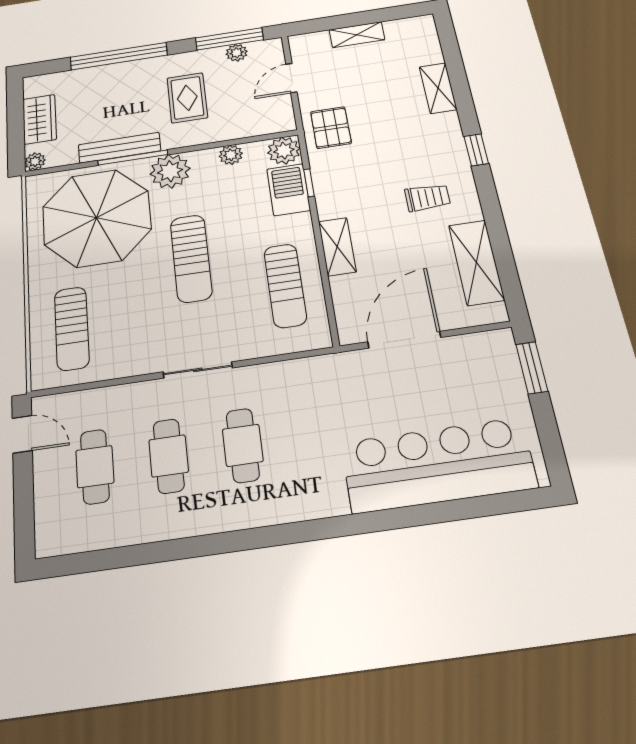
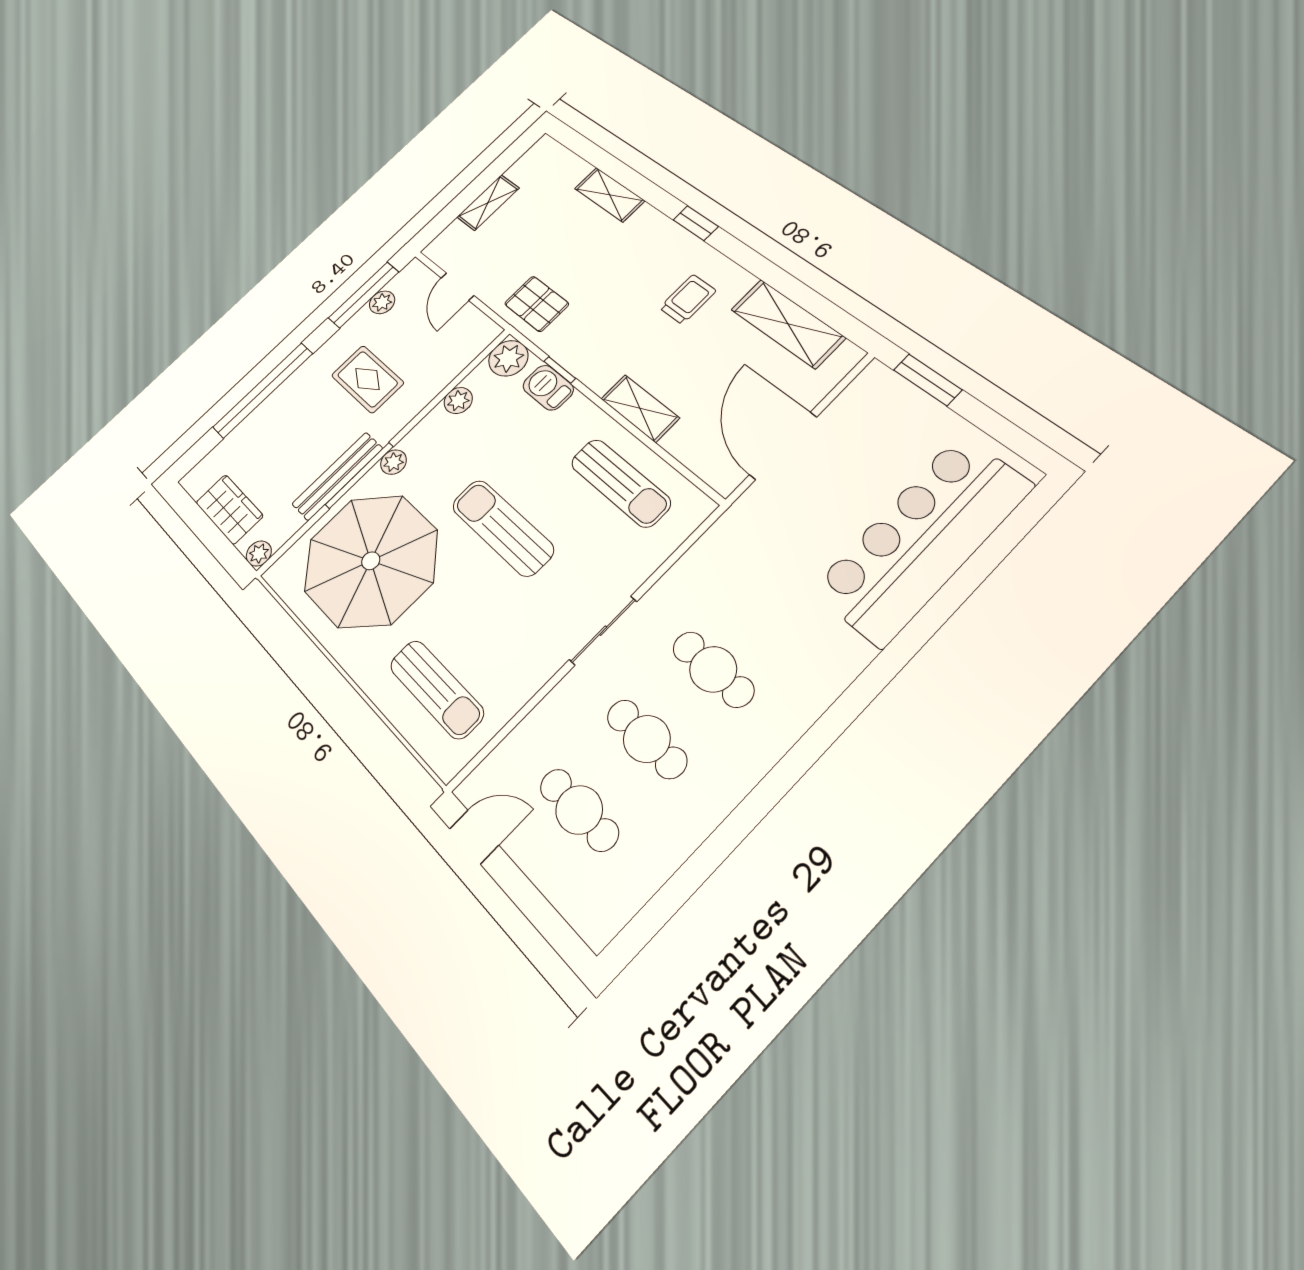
plant: (170, 171) -> (393, 462), width x0.53, depth x0.53
barbecue: (289, 190) -> (548, 388), width x0.73, depth x0.79
sun lounger: (191, 258) -> (502, 528), turned 180

